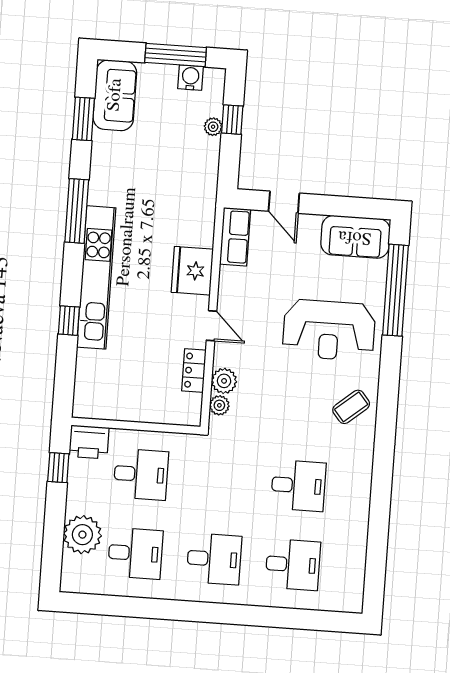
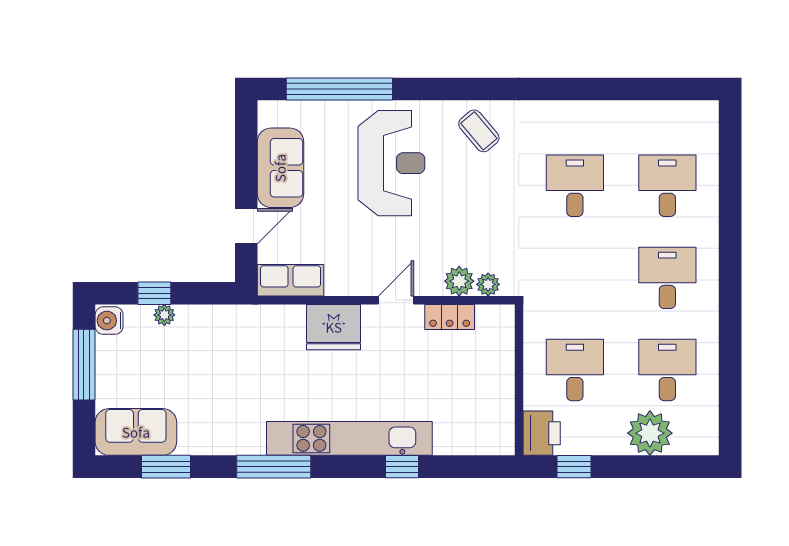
water cooler: (190, 78) -> (109, 321), moved
sofa: (355, 237) -> (280, 168), moved

